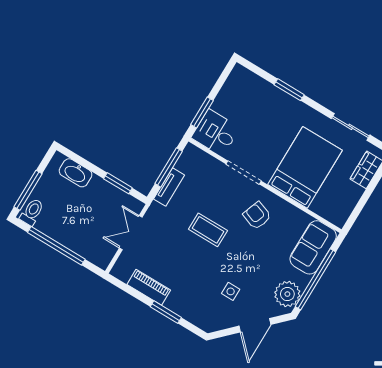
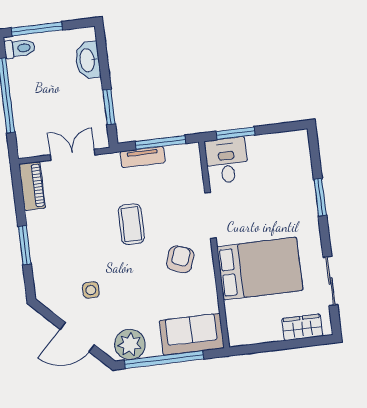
piano: (149, 287) -> (32, 186), moved

